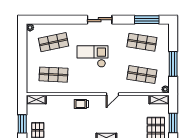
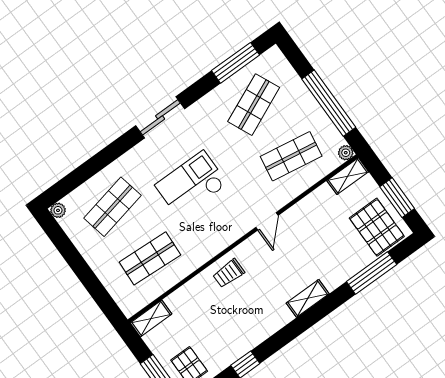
shop shelf: (142, 42) -> (254, 105), turned -33
window: (173, 64) -> (329, 103), width x1.46

